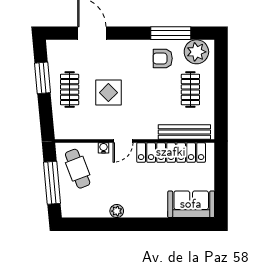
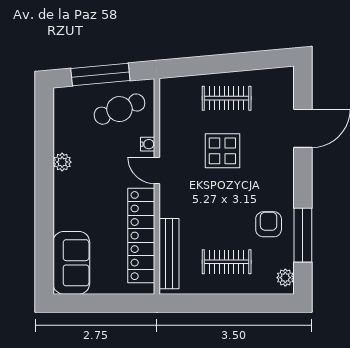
plant: (196, 52) -> (285, 278), width x0.53, depth x0.53
window: (43, 78) -> (242, 62), removed

